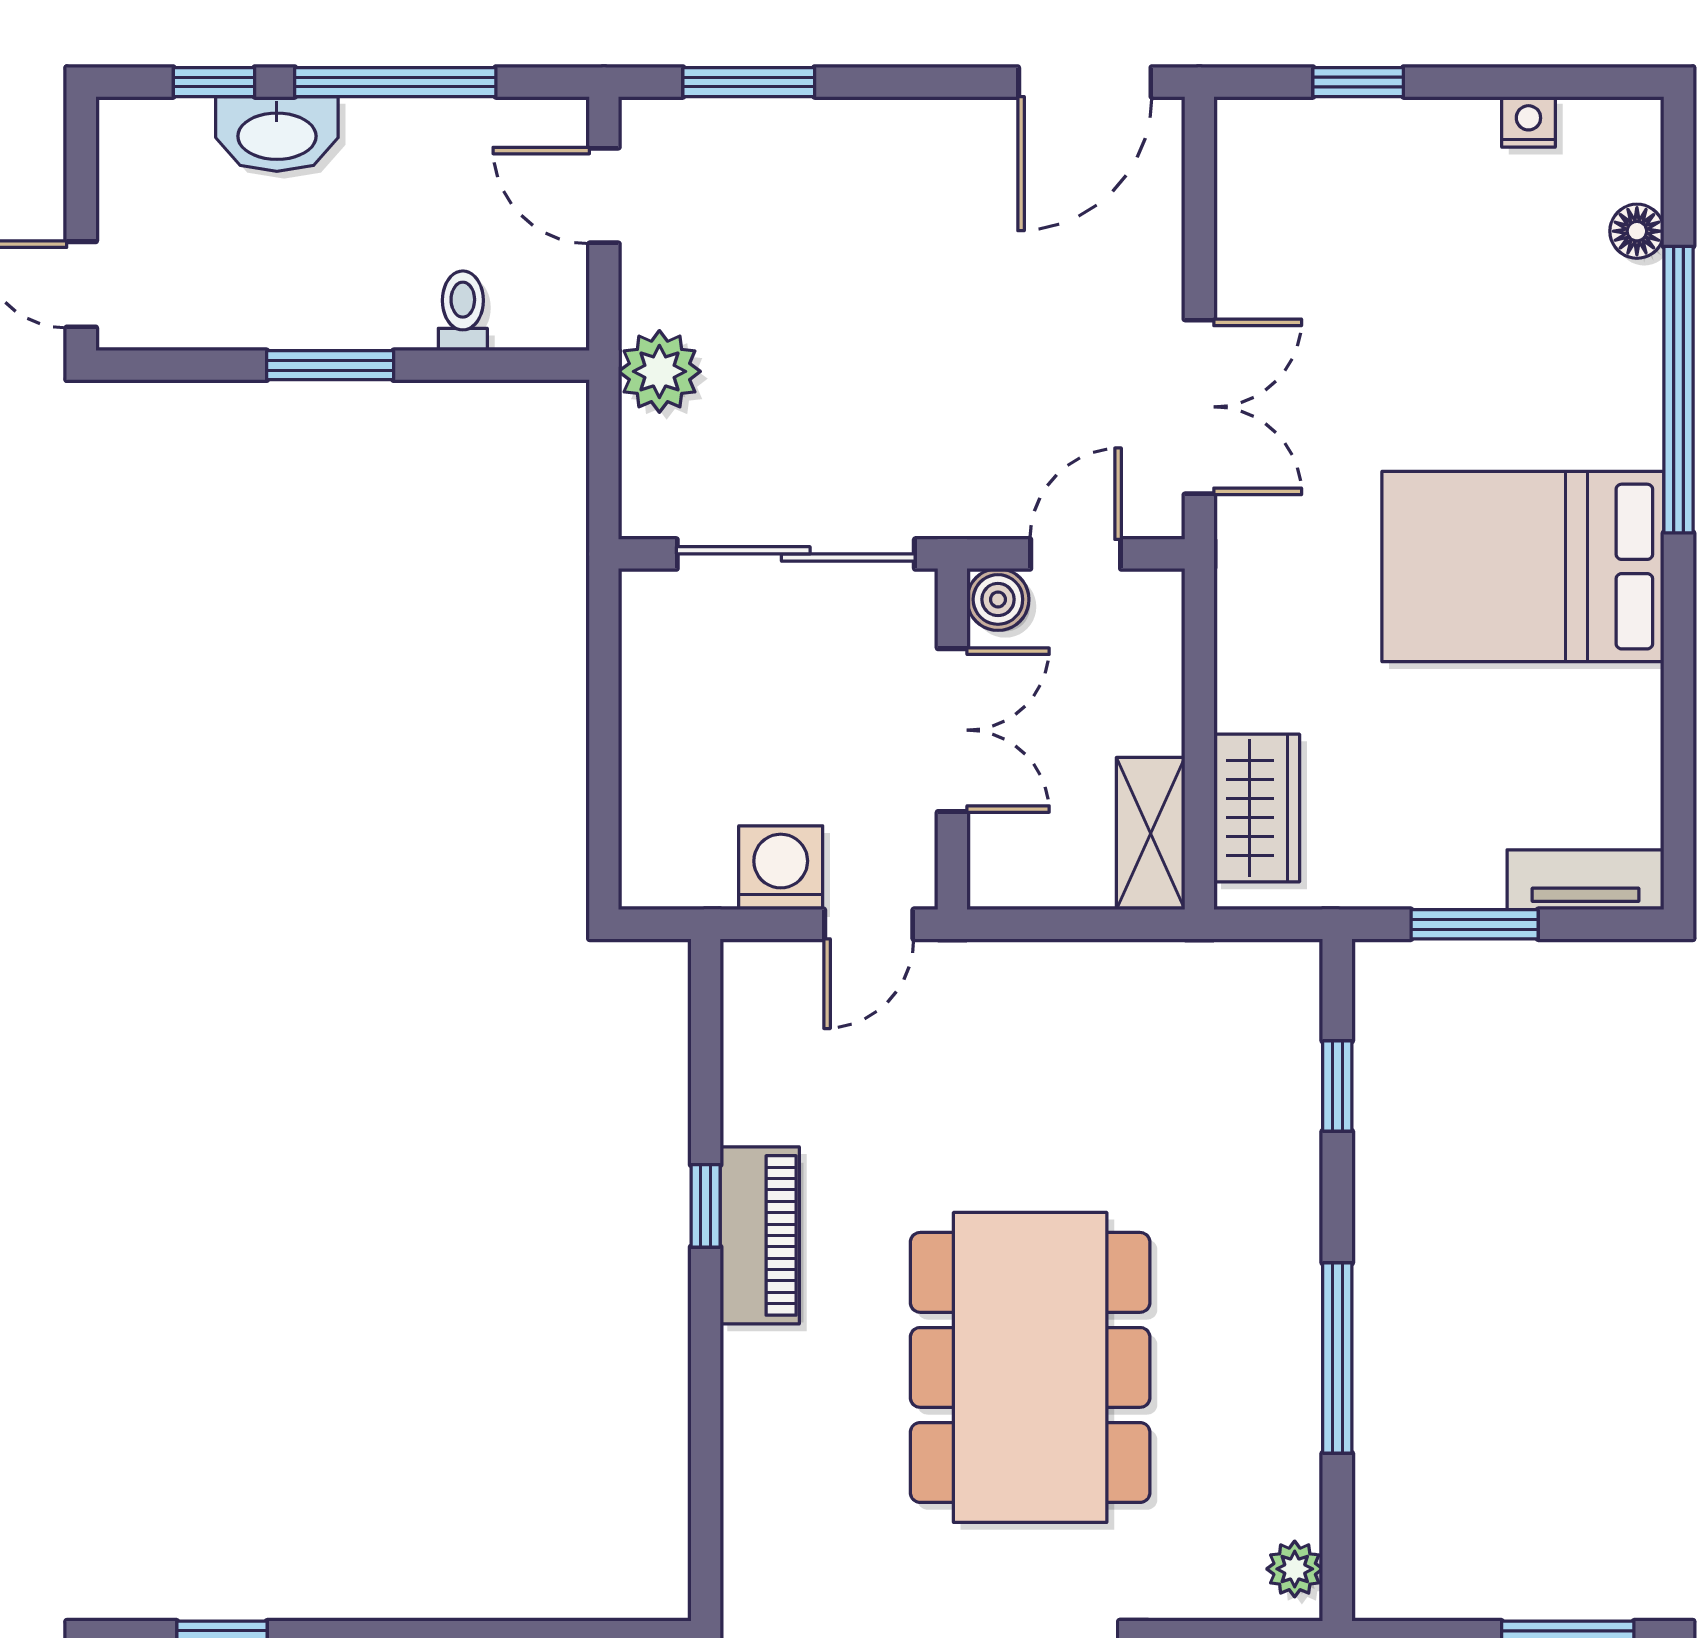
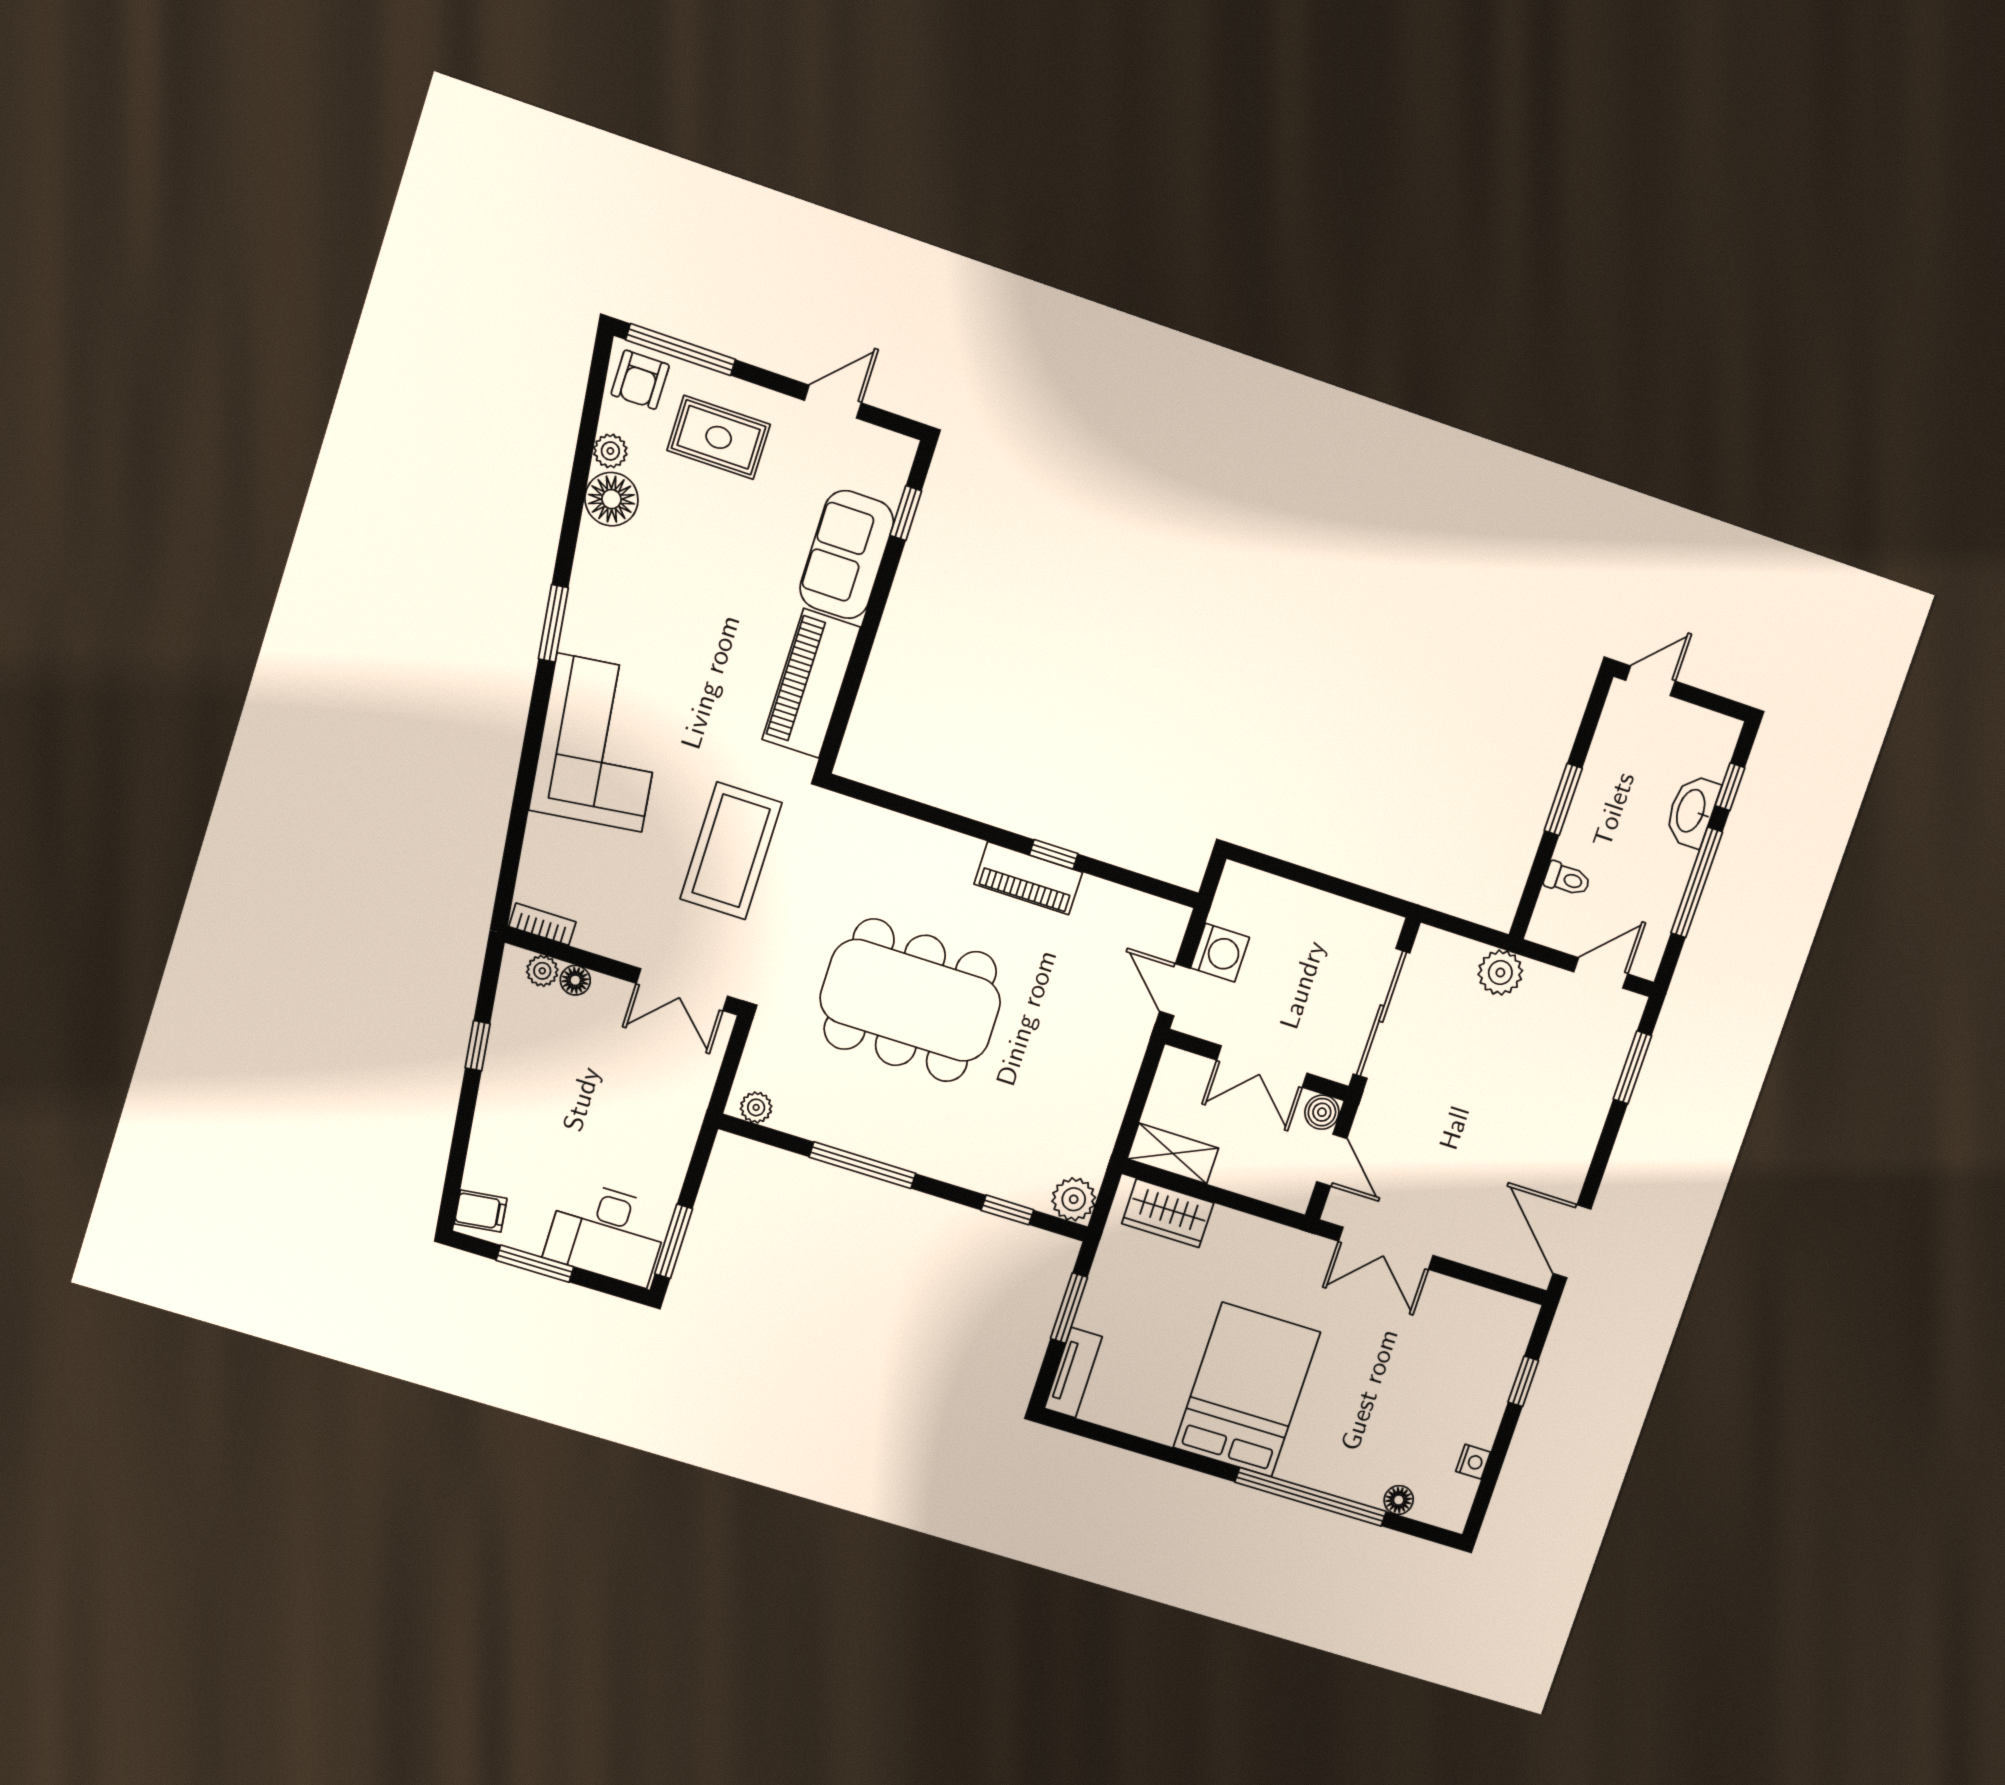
plant: (1283, 978) -> (1074, 1199), added

